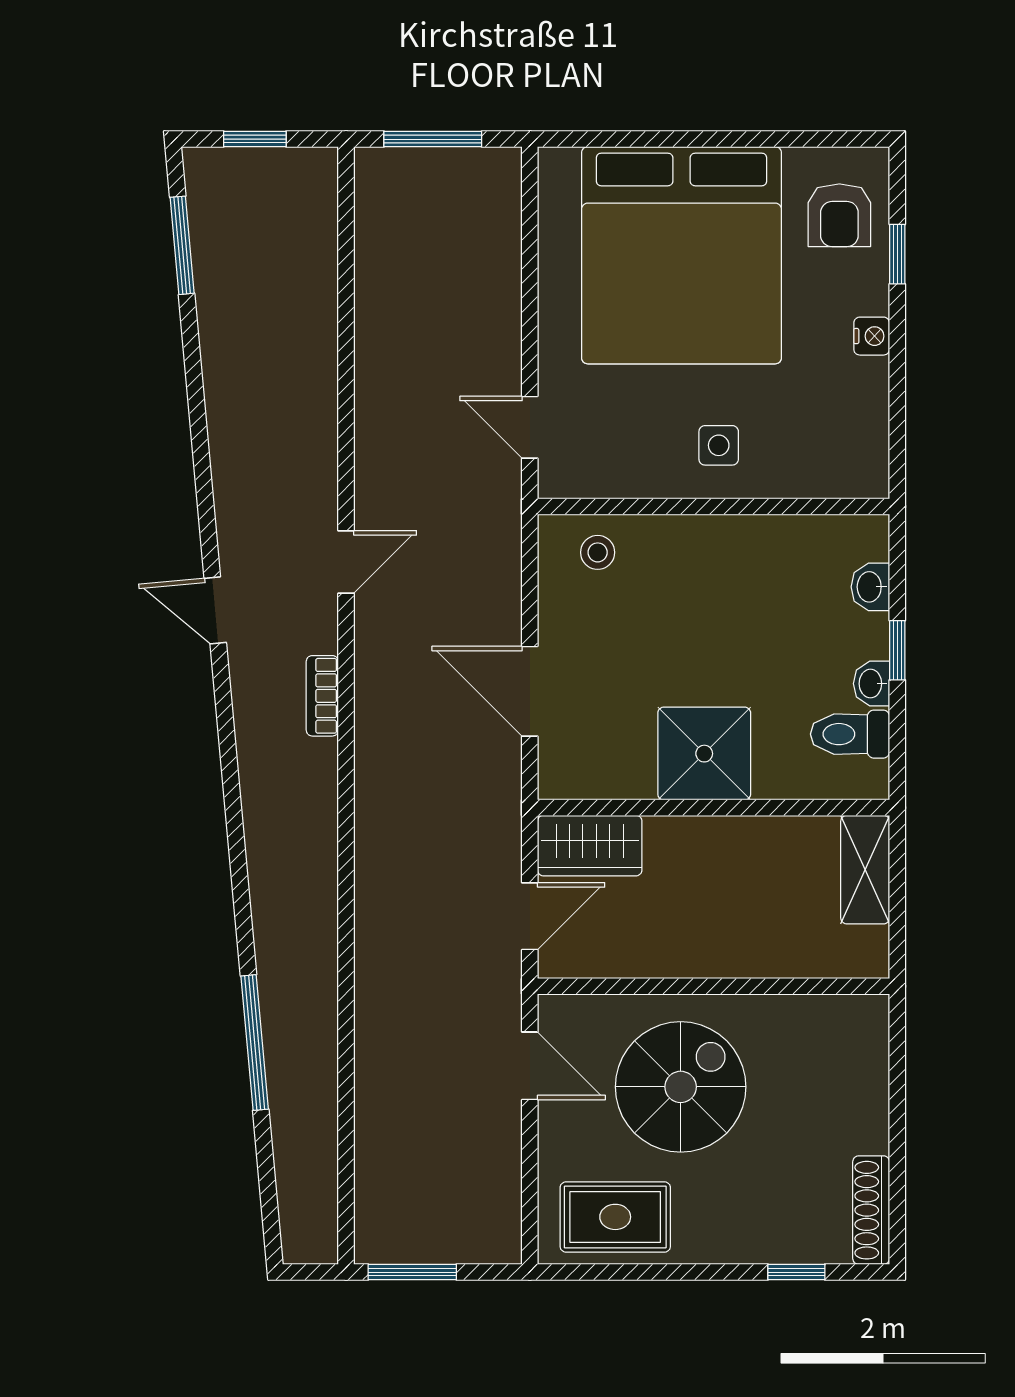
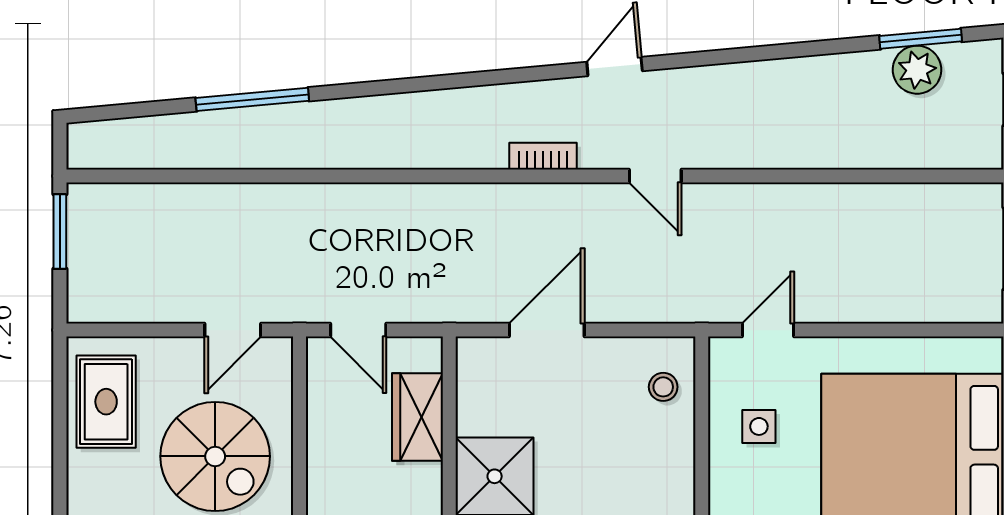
plant: (219, 250) -> (917, 70), added
side table: (719, 445) -> (759, 426), moved
wardrobe: (590, 846) -> (417, 417), moved

